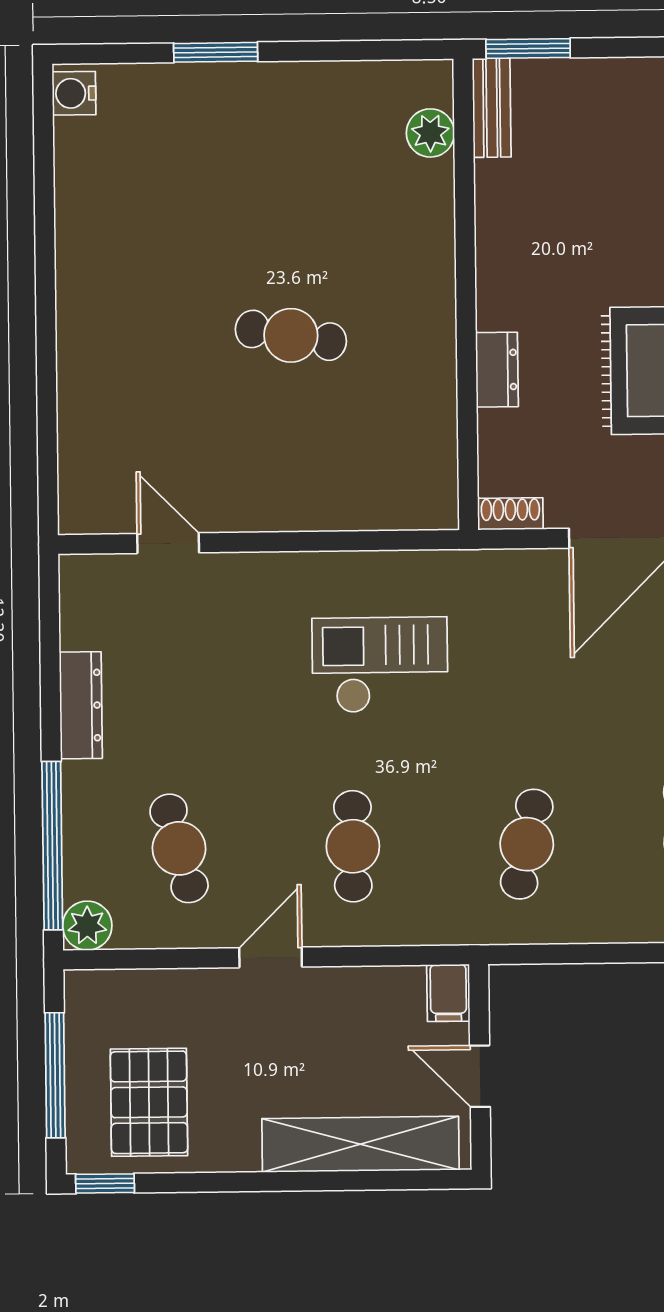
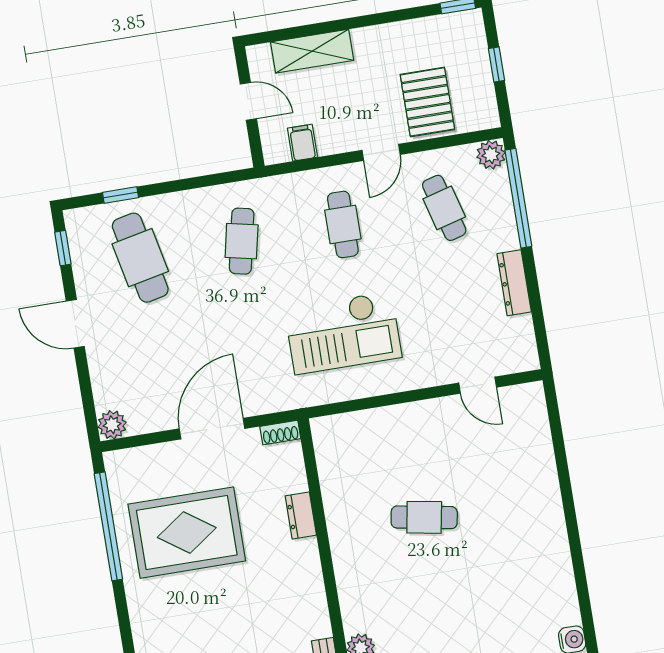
checkout: (380, 665) -> (343, 333), width x1.36, depth x1.21
filing cabinet: (448, 993) -> (302, 143), moved
window: (55, 1075) -> (496, 64), width x0.46
pallet: (149, 1102) -> (427, 102), moved
shelving: (361, 1144) -> (312, 51), width x0.68

